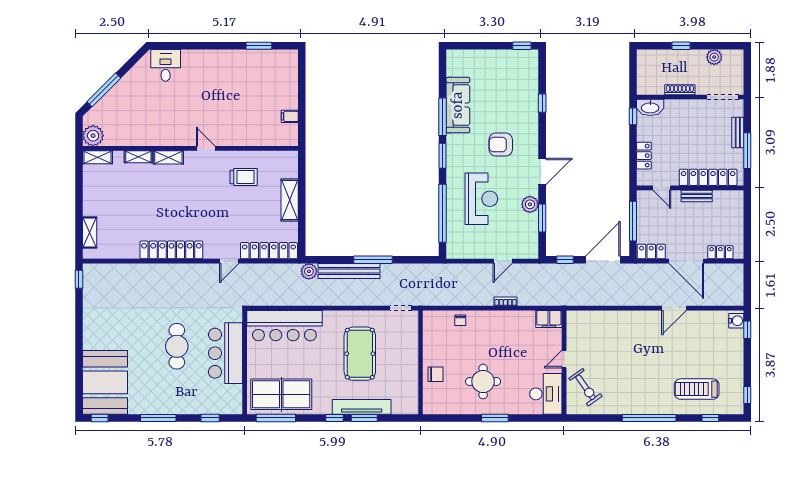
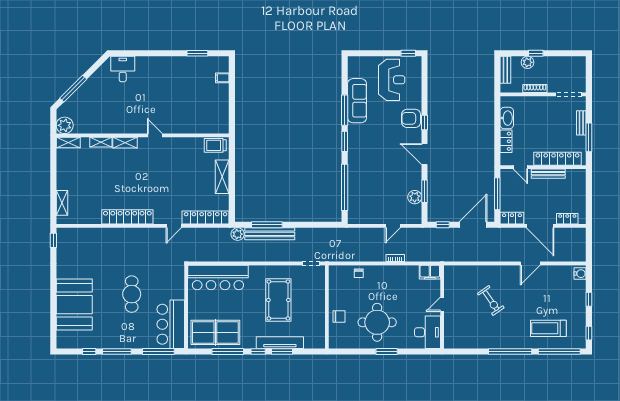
plant: (714, 57) -> (527, 62), moved
bench: (643, 66) -> (505, 70), added
window: (542, 103) -> (424, 122), moved
washbasin: (650, 107) -> (507, 118), moved, turned -90
filing cabinet: (290, 116) -> (222, 78), moved
window: (633, 116) -> (497, 110), removed
armchair: (501, 145) -> (411, 118), moved
door: (542, 172) -> (424, 154), swing flipped
trolley: (244, 177) -> (215, 145), moved, turned 180
bench: (697, 196) -> (548, 174), width x1.36
reception desk: (481, 199) -> (392, 80), moved
plant: (530, 204) -> (415, 197), moved
window: (373, 260) -> (267, 225), moved
window: (747, 330) -> (589, 299), moved
bar counter: (225, 353) -> (171, 324), moved
round table: (483, 381) -> (377, 322), width x1.36, depth x1.36
booth: (105, 382) -> (74, 305), moved
exercise bike: (585, 387) -> (491, 301), moved
window: (100, 418) -> (89, 352), moved
window: (210, 418) -> (158, 352), width x2.17
window: (276, 418) -> (228, 352), moved
window: (710, 418) -> (559, 352), width x3.17

